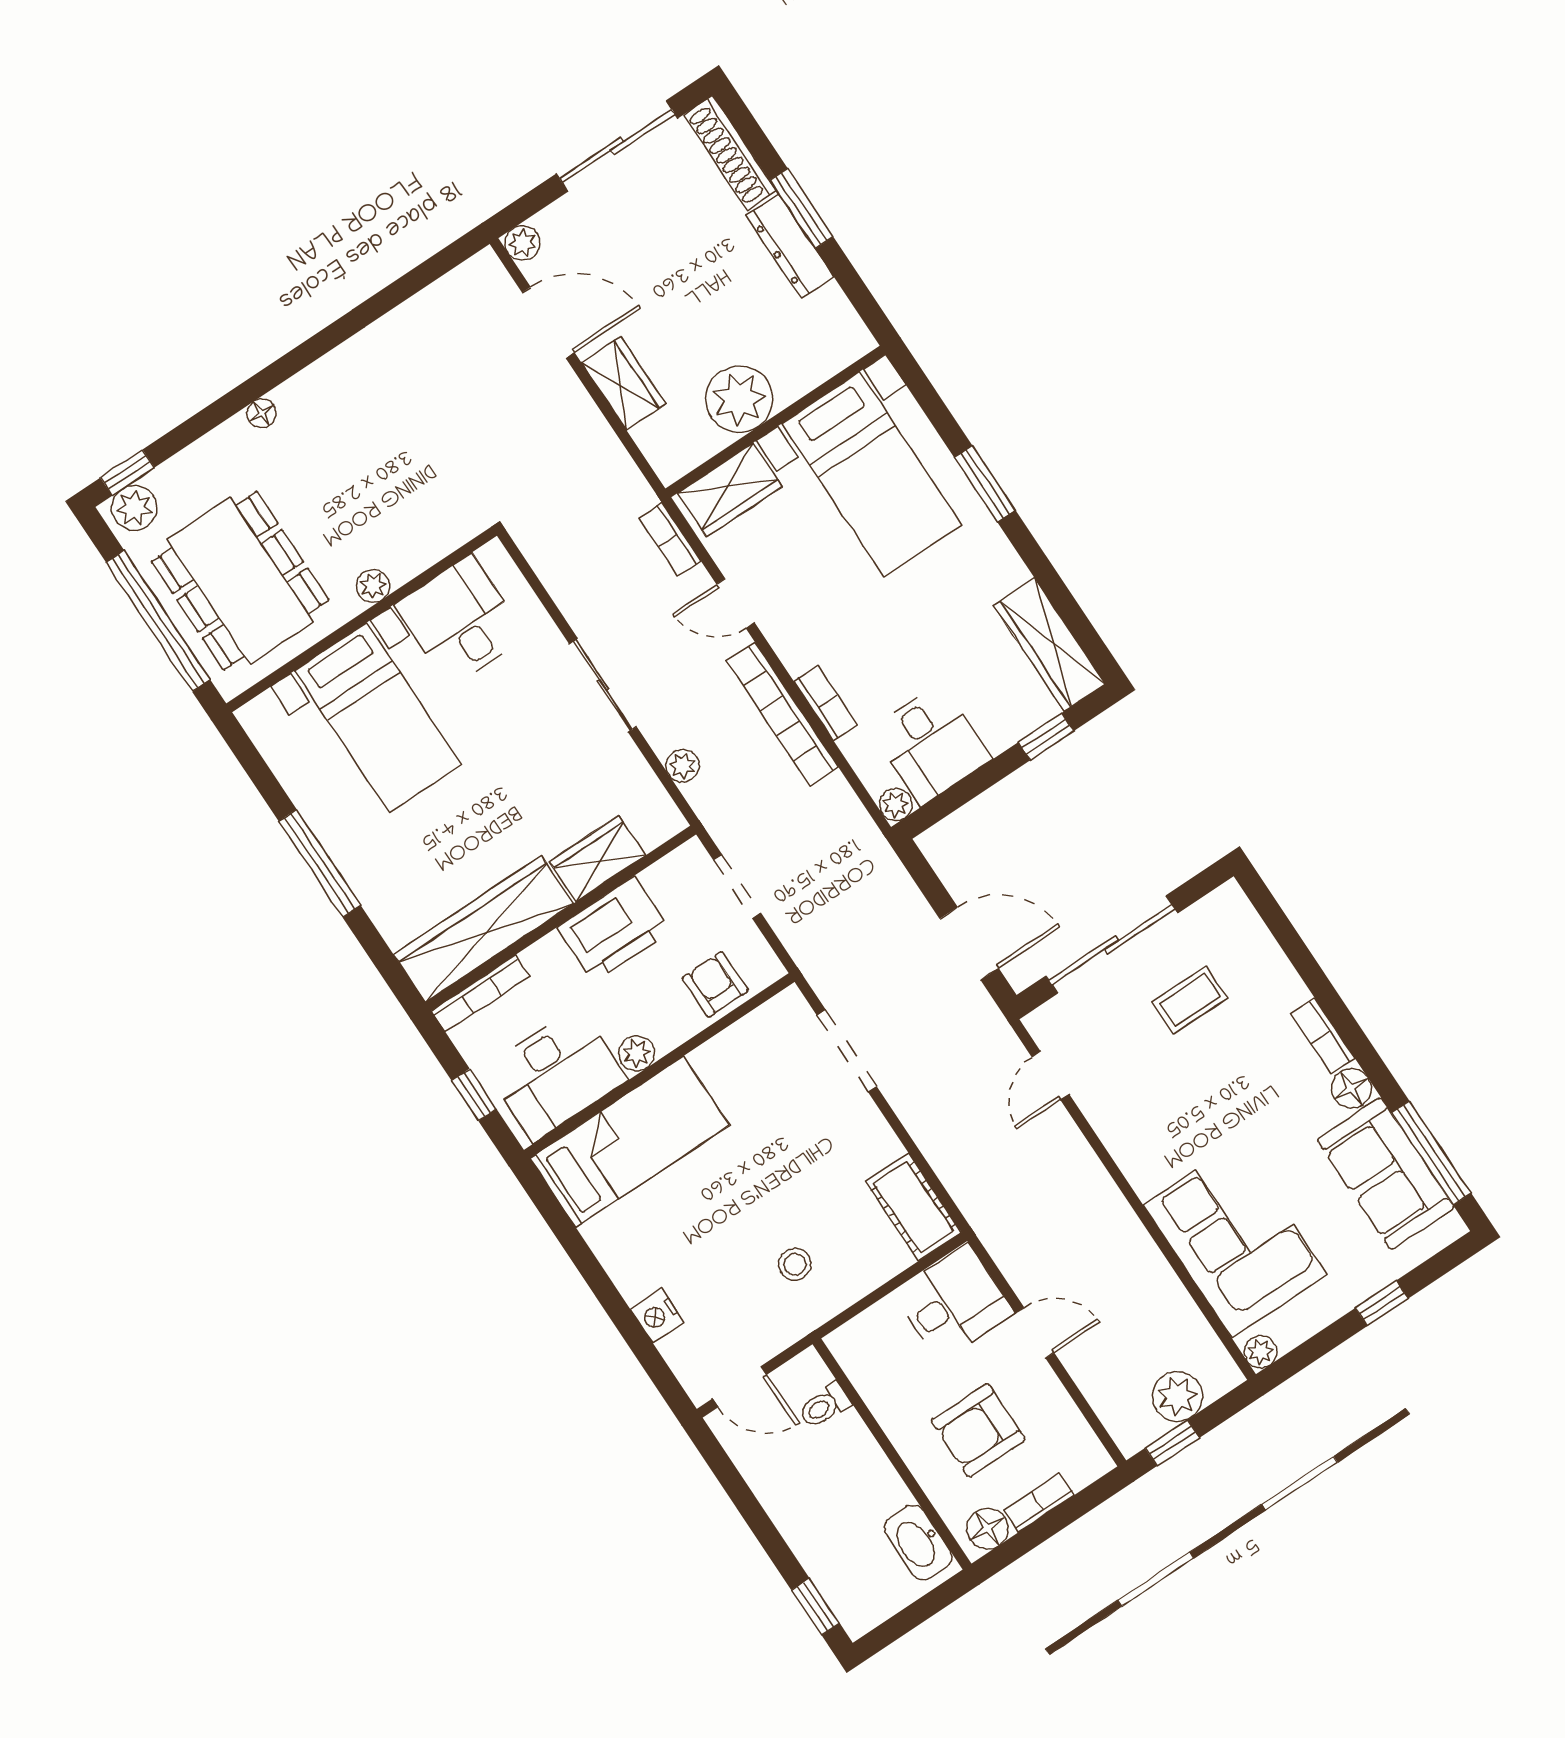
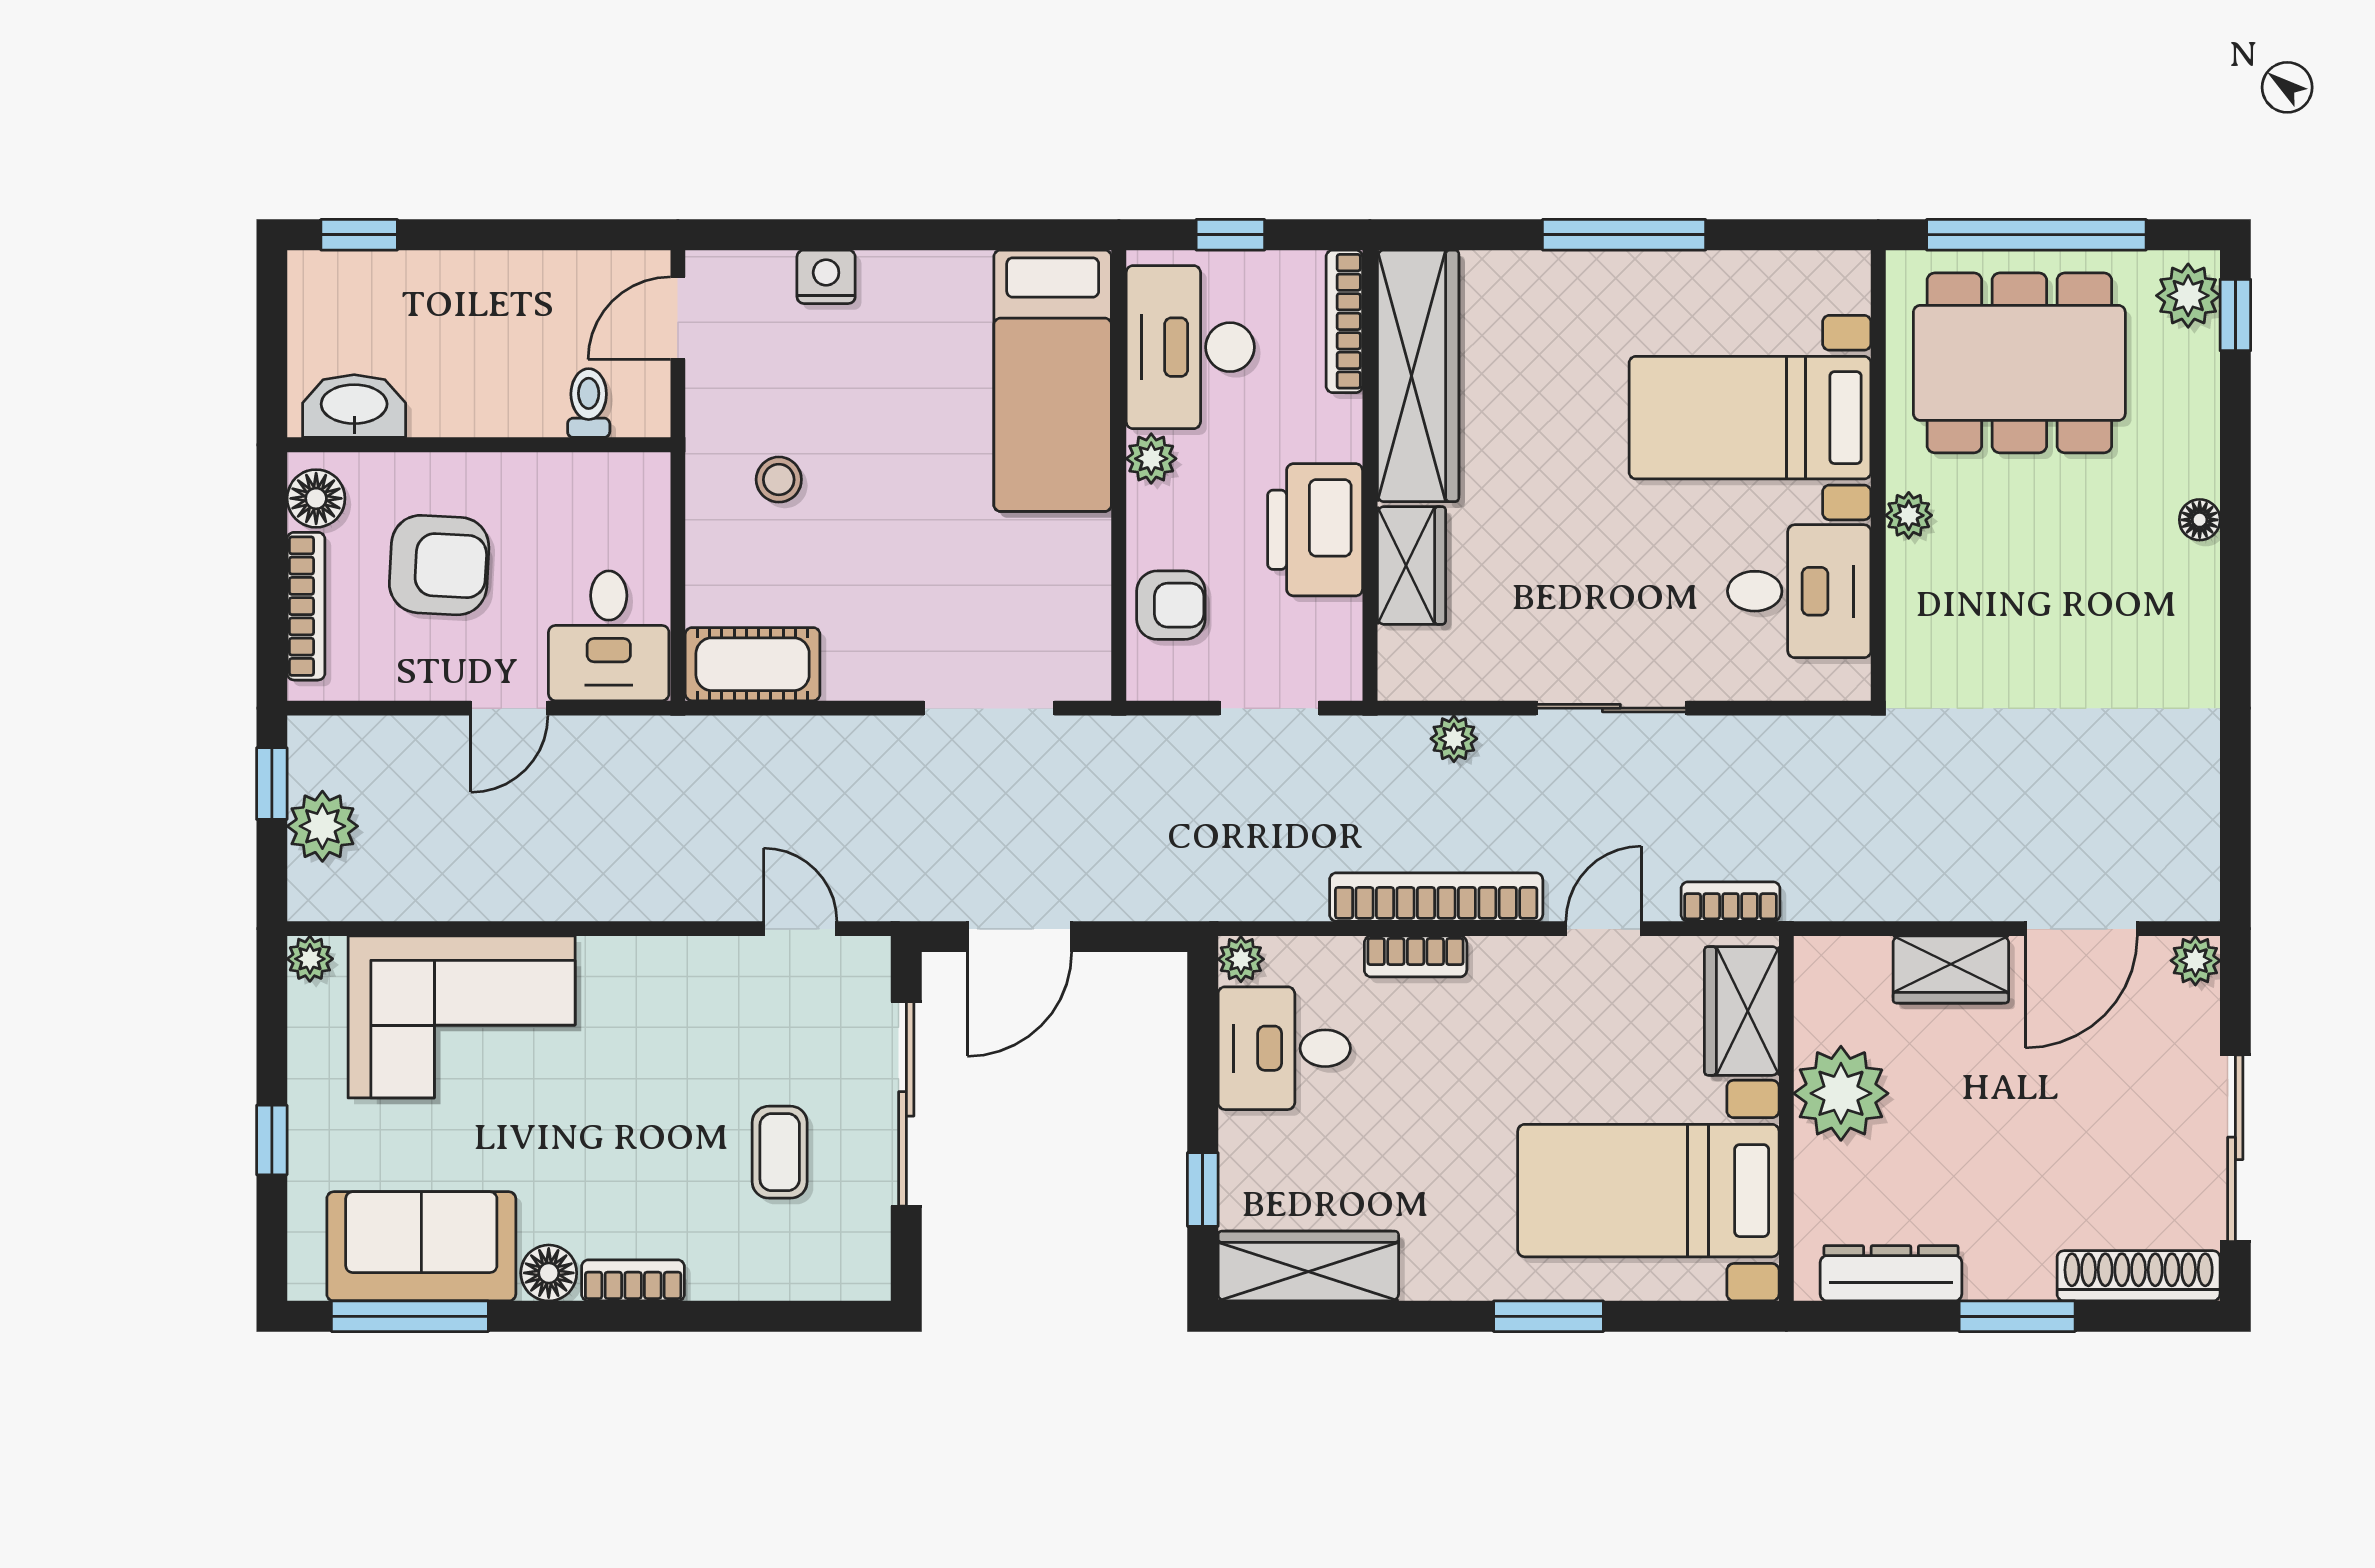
dresser: (790, 246) -> (1891, 1273), moved
armchair: (978, 1430) -> (439, 565), turned 93
bookcase: (1039, 1503) -> (306, 606), width x1.56

